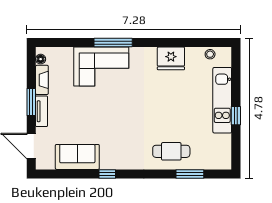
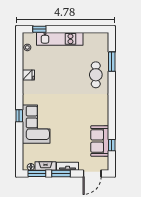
window: (113, 43) -> (19, 116), width x0.46
fridge: (171, 58) -> (28, 75), width x0.53, depth x0.75
window: (31, 68) -> (37, 173), added
window: (236, 116) -> (39, 29), moved
window: (107, 174) -> (112, 145), moved

